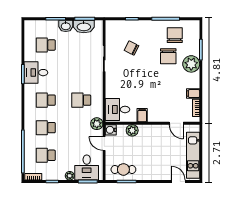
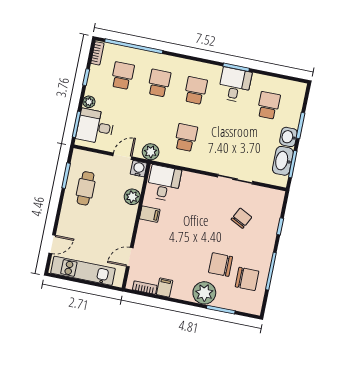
cafe table: (123, 169) -> (86, 188), moved

